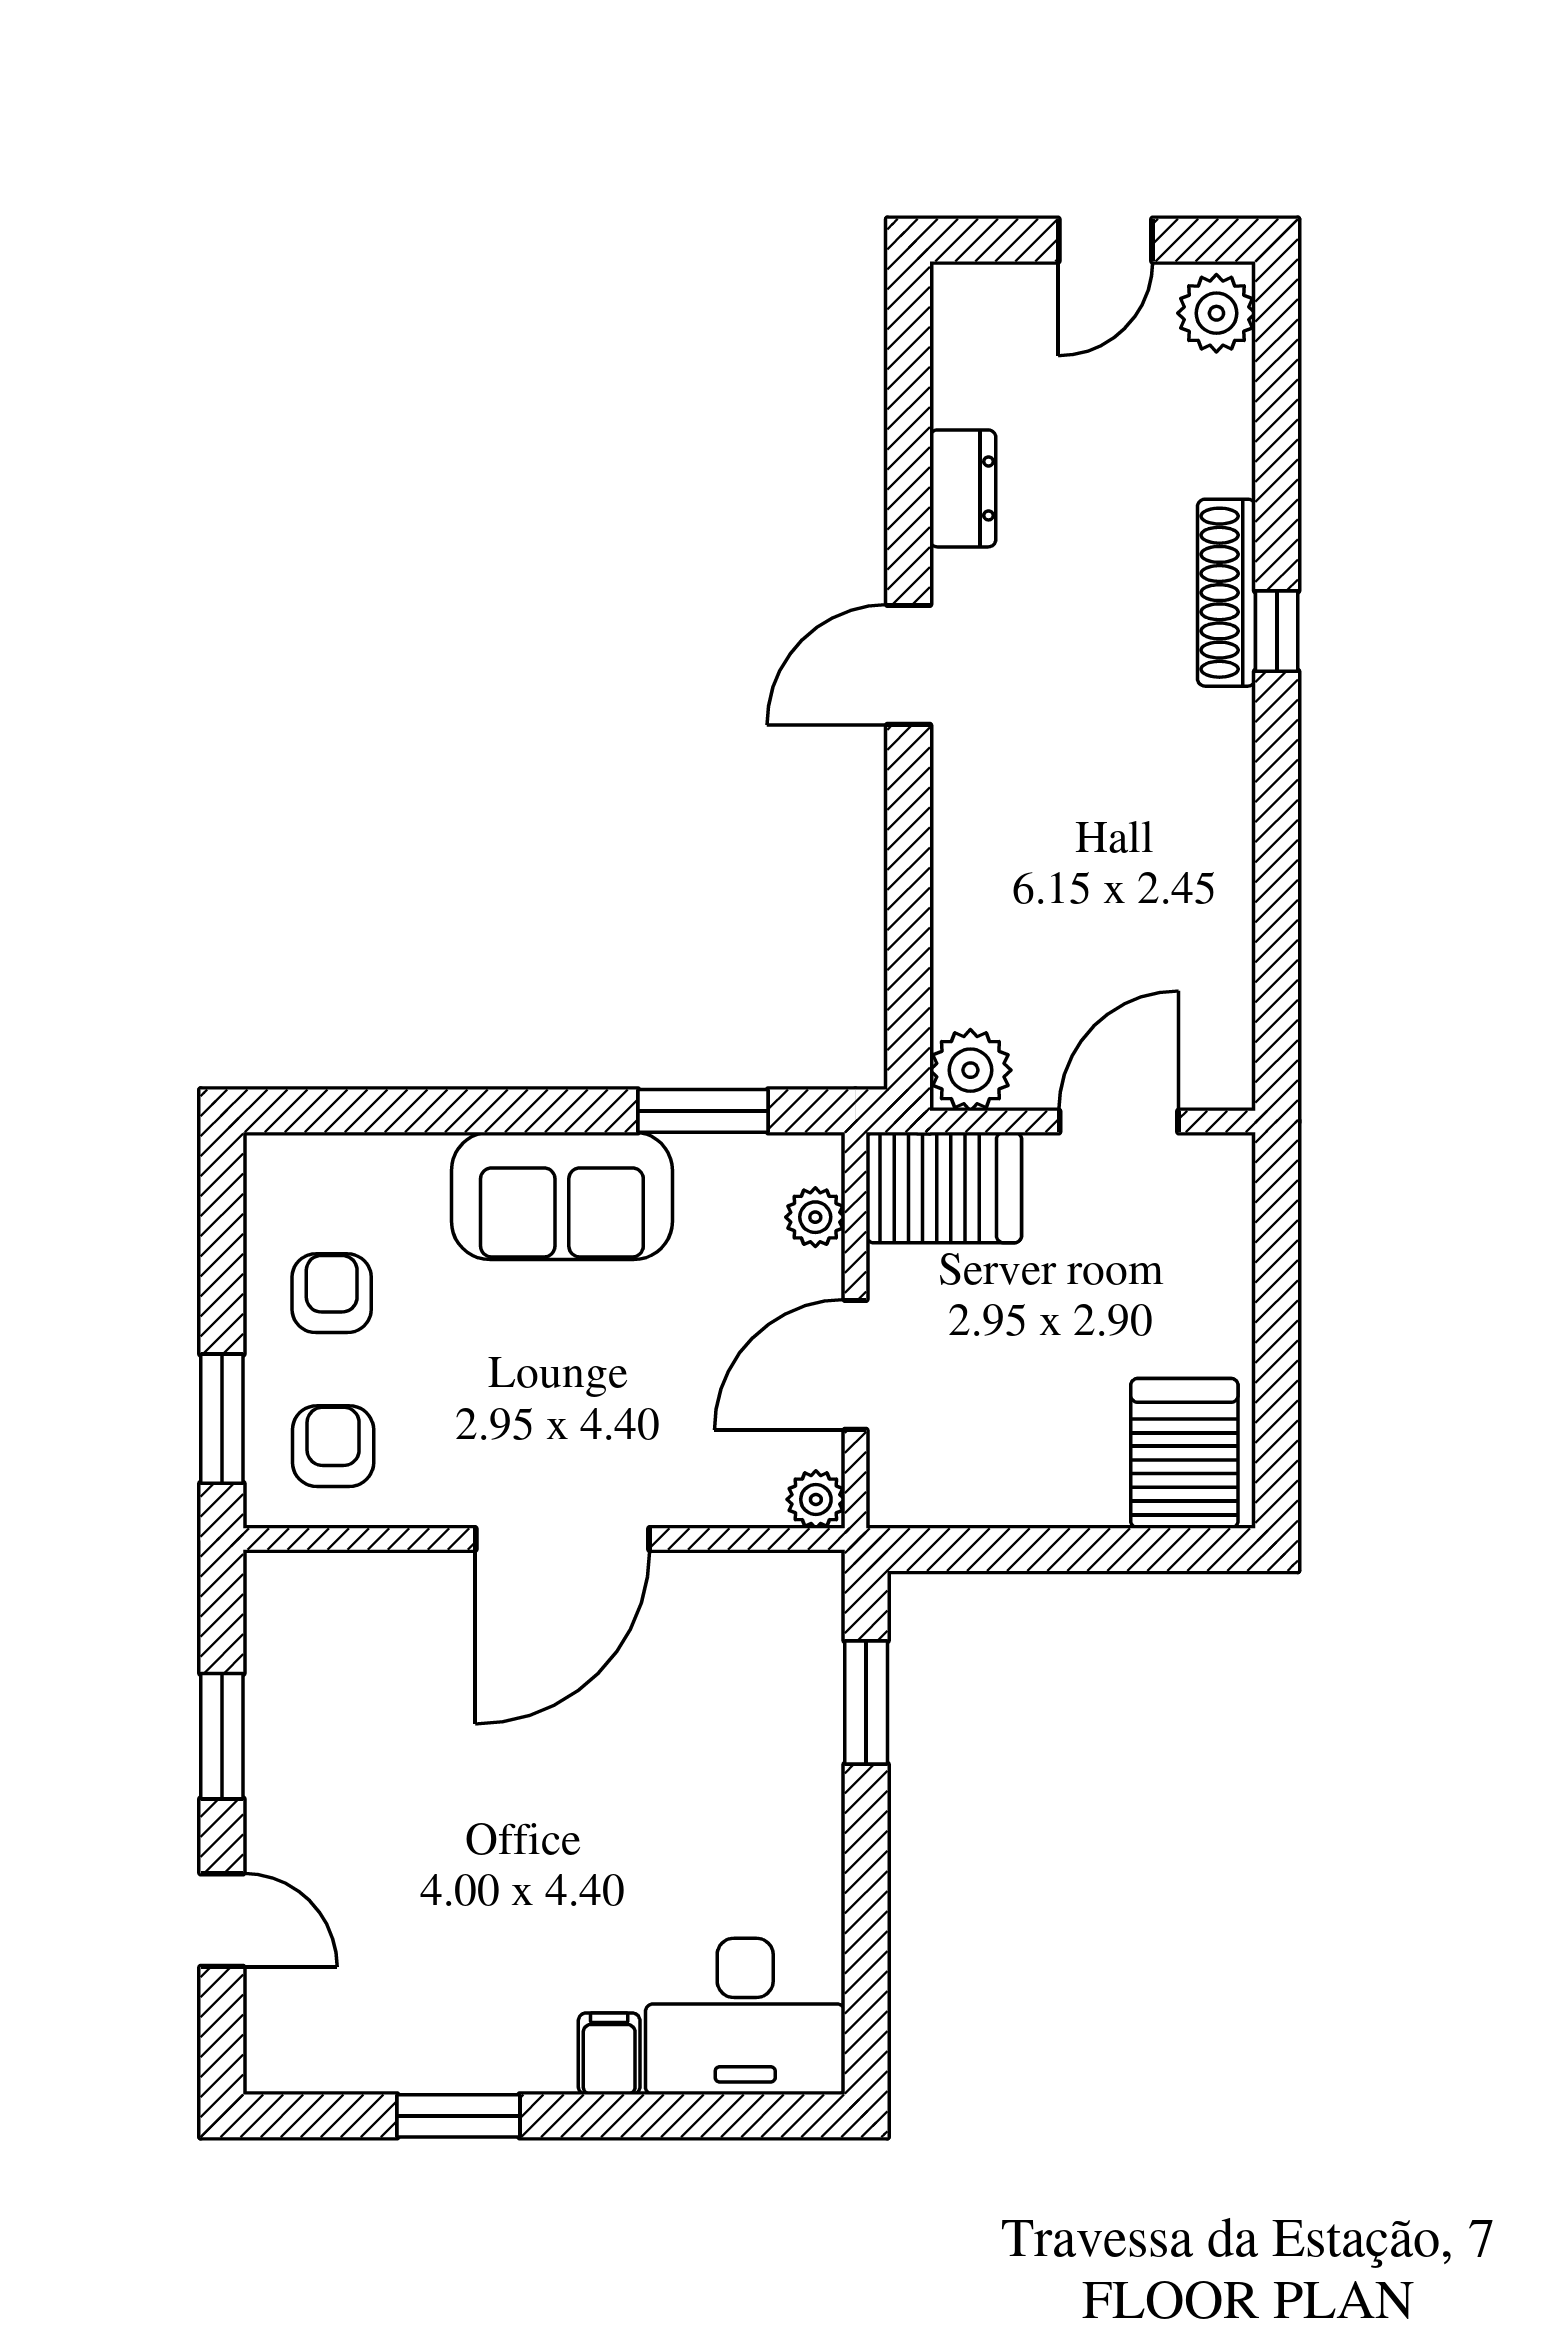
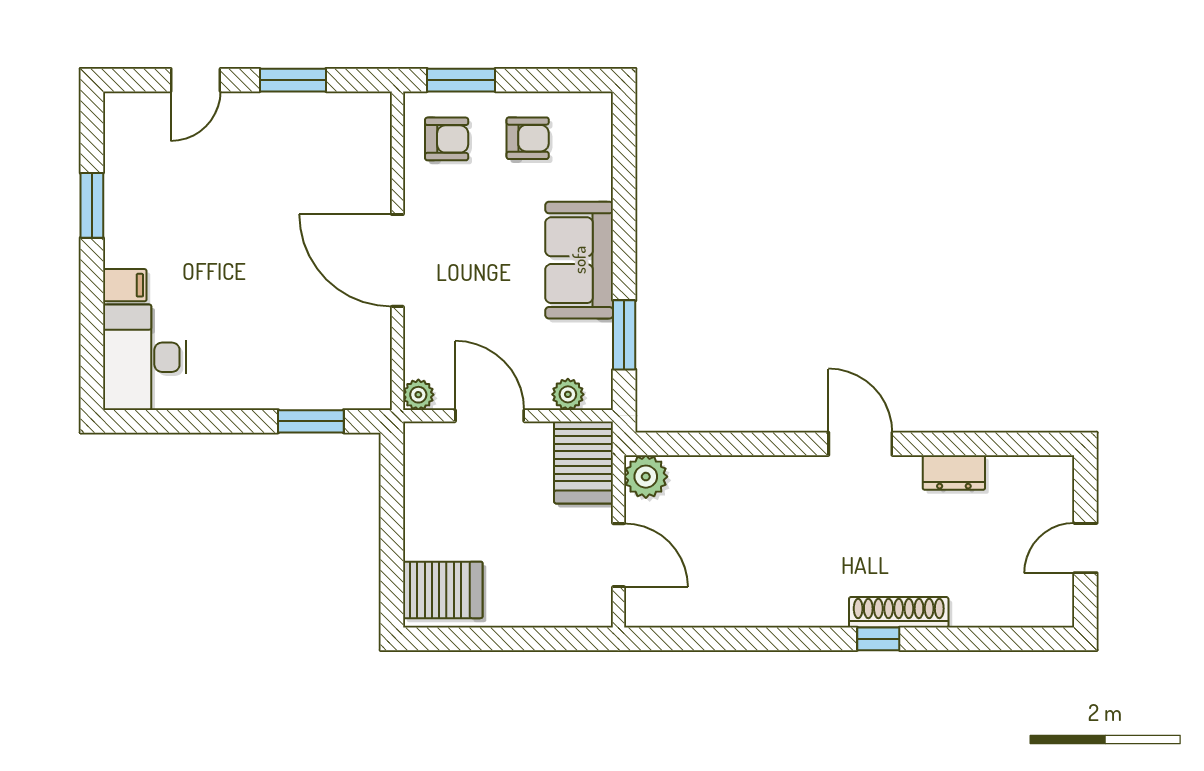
door: (1105, 240) -> (1085, 548), hinge flipped
plant: (1216, 313) -> (1047, 607), removed

